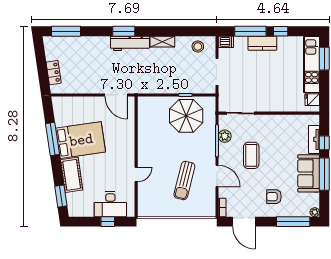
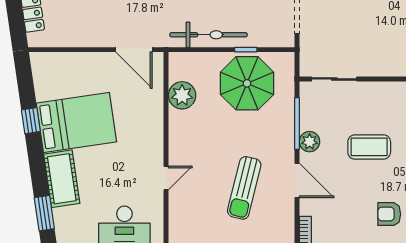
bicycle: (162, 86) -> (208, 35), added
plant: (146, 123) -> (182, 95), added
plant: (225, 136) -> (310, 142), moved
window: (53, 139) -> (31, 121), width x0.46
coffee table: (251, 155) -> (369, 147), moved, turned 90

